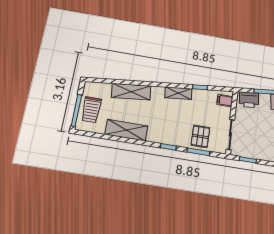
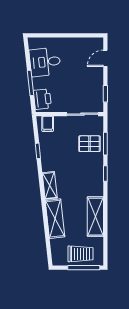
shelving: (178, 93) -> (50, 185), moved

